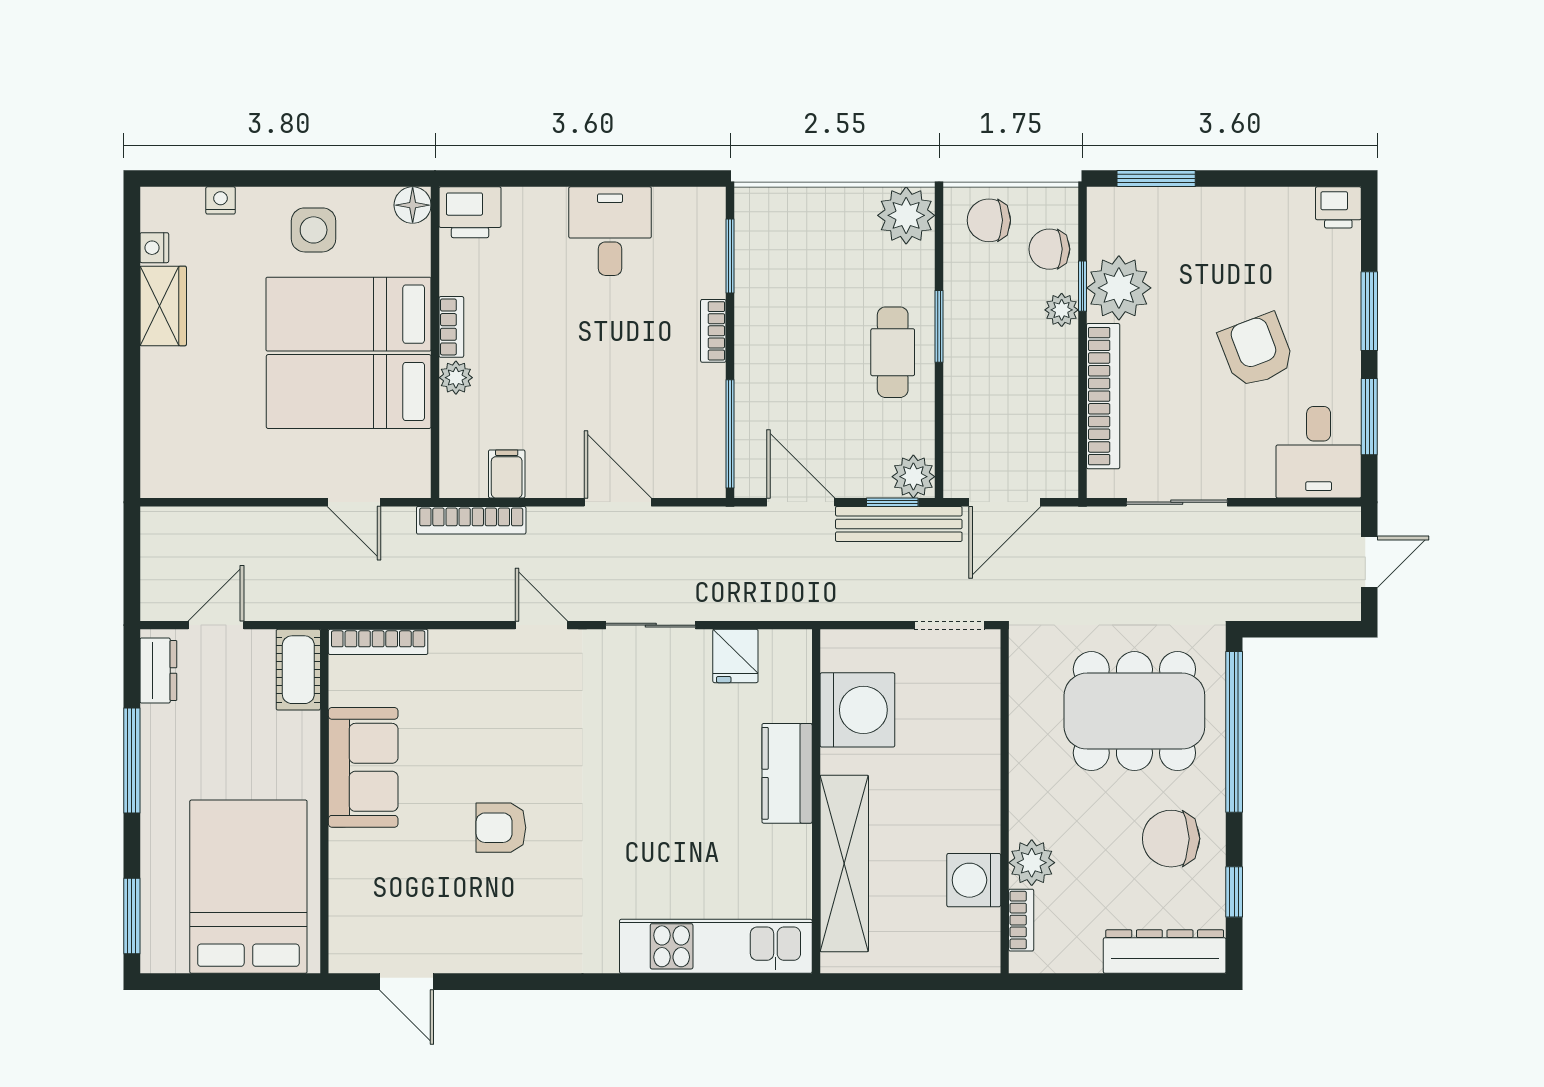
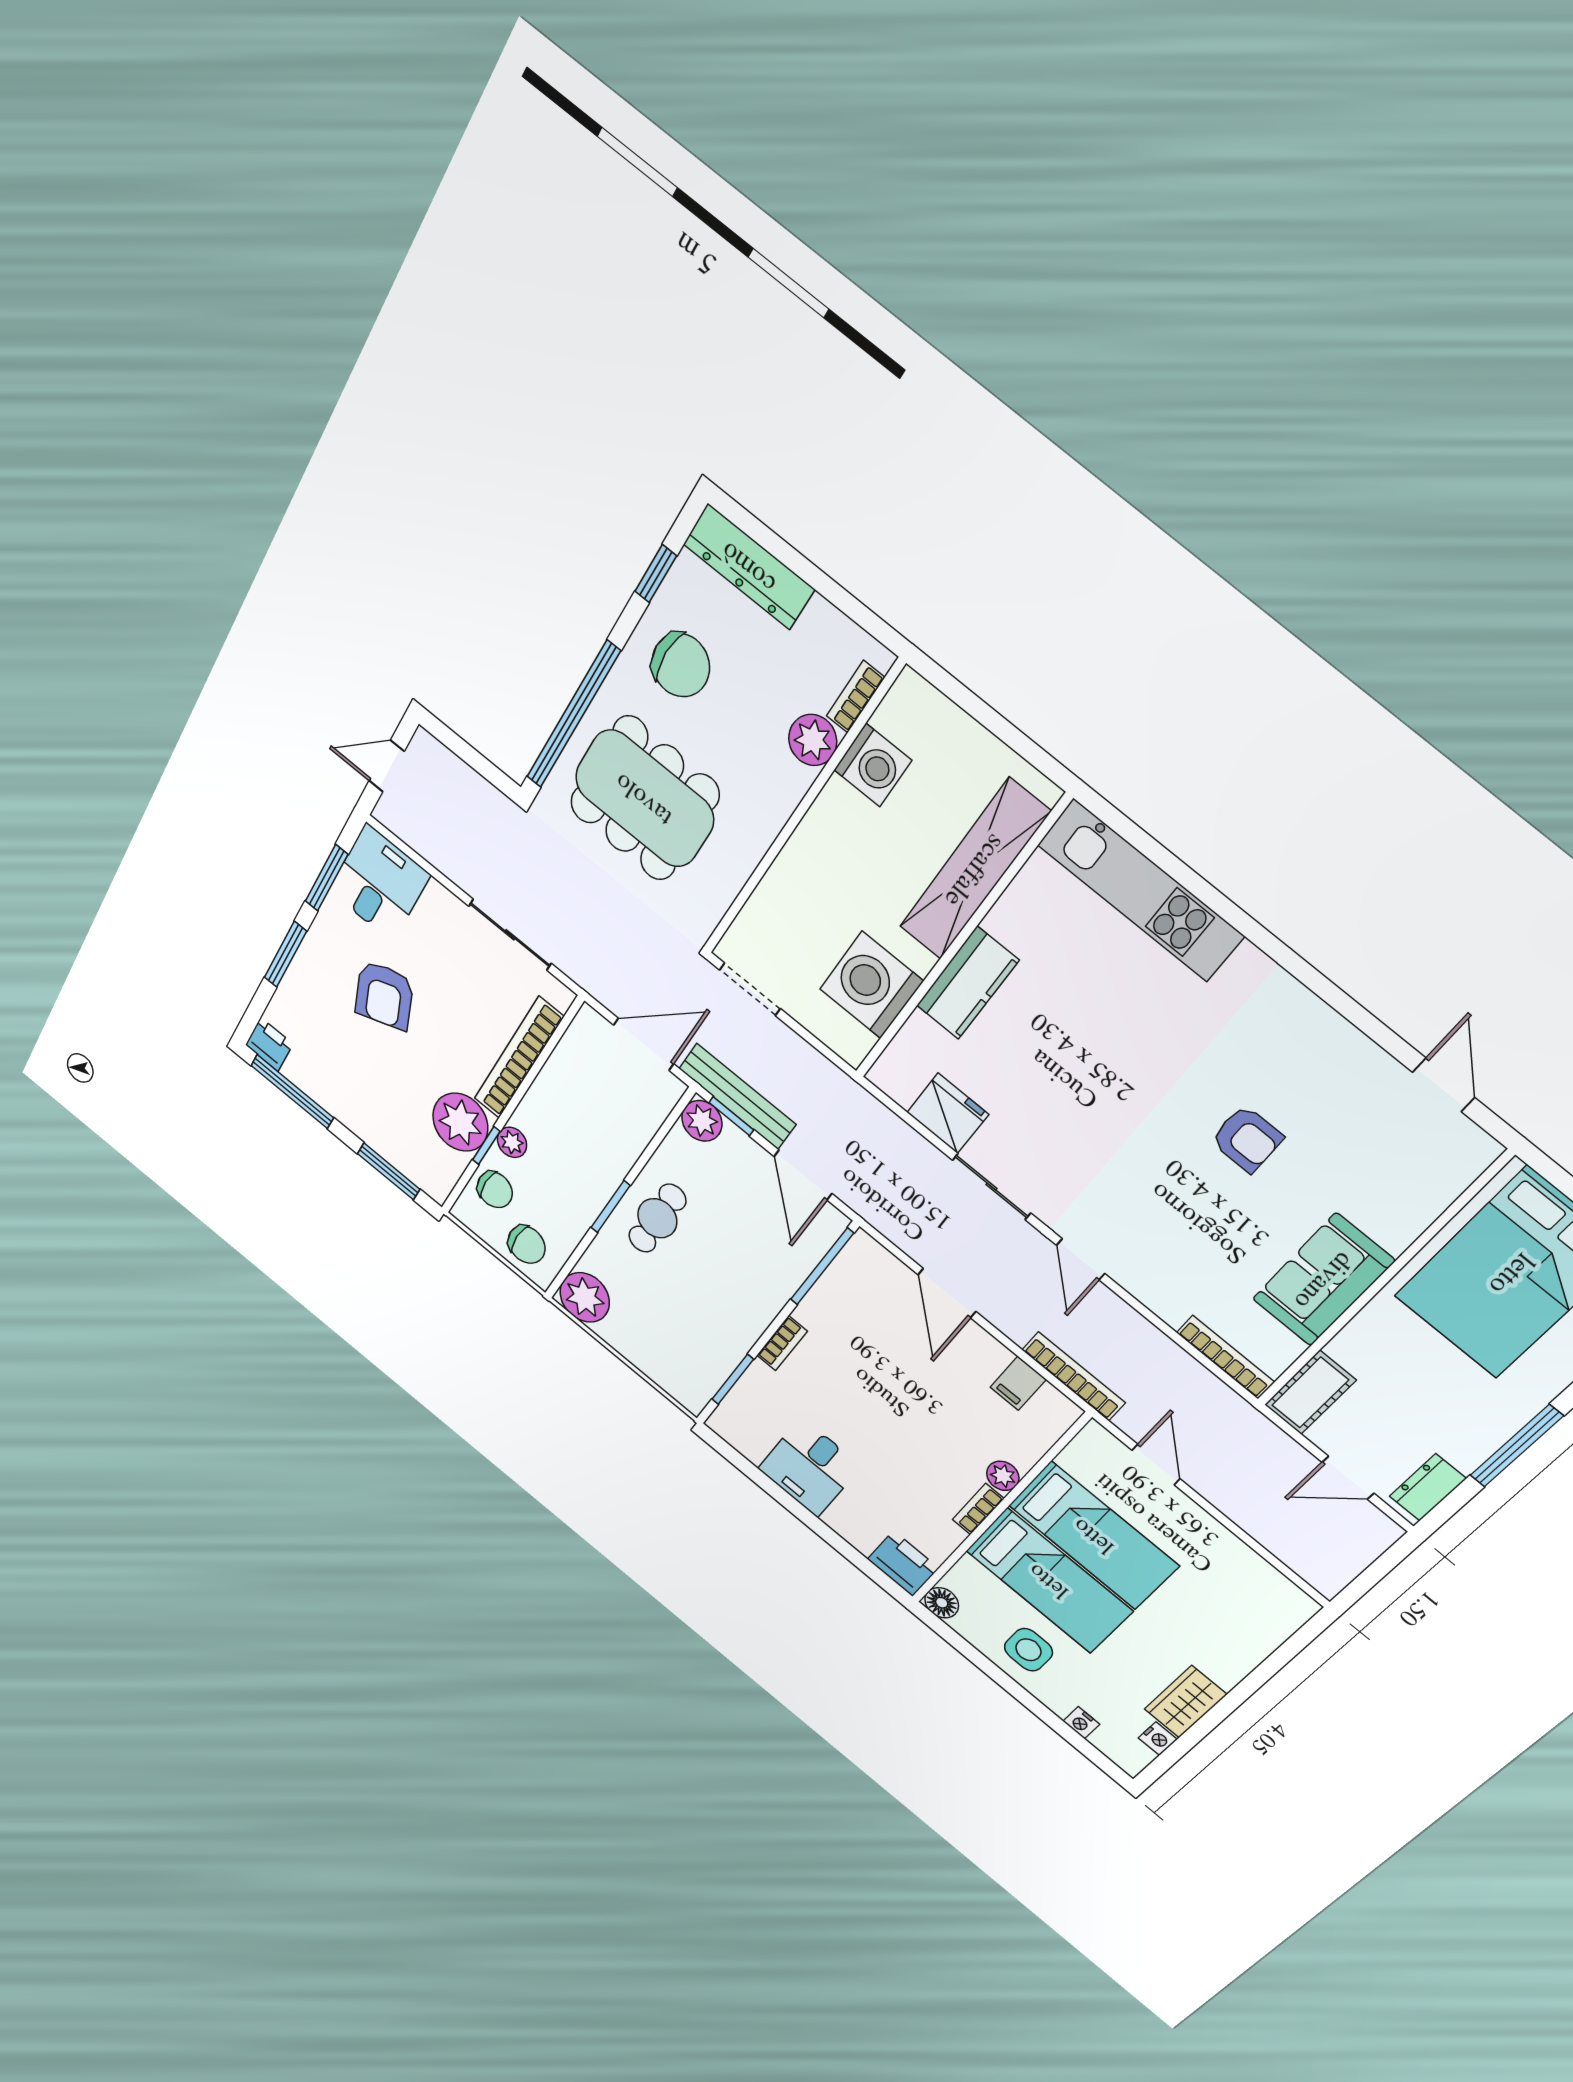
window: (1291, 178) -> (292, 1092), added
fridge: (735, 656) -> (948, 1113), width x1.38

